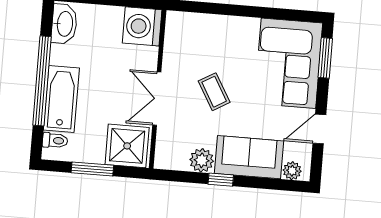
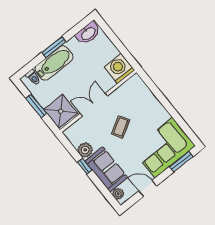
window: (42, 81) -> (54, 47), width x0.47

